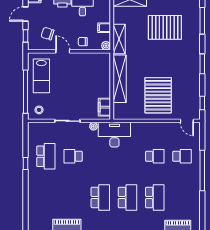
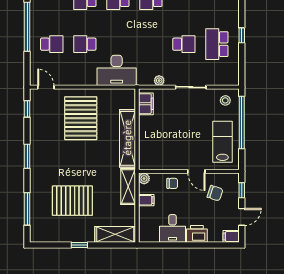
desk: (114, 135) -> (117, 70), moved
school desk: (182, 156) -> (52, 44), turned 180

